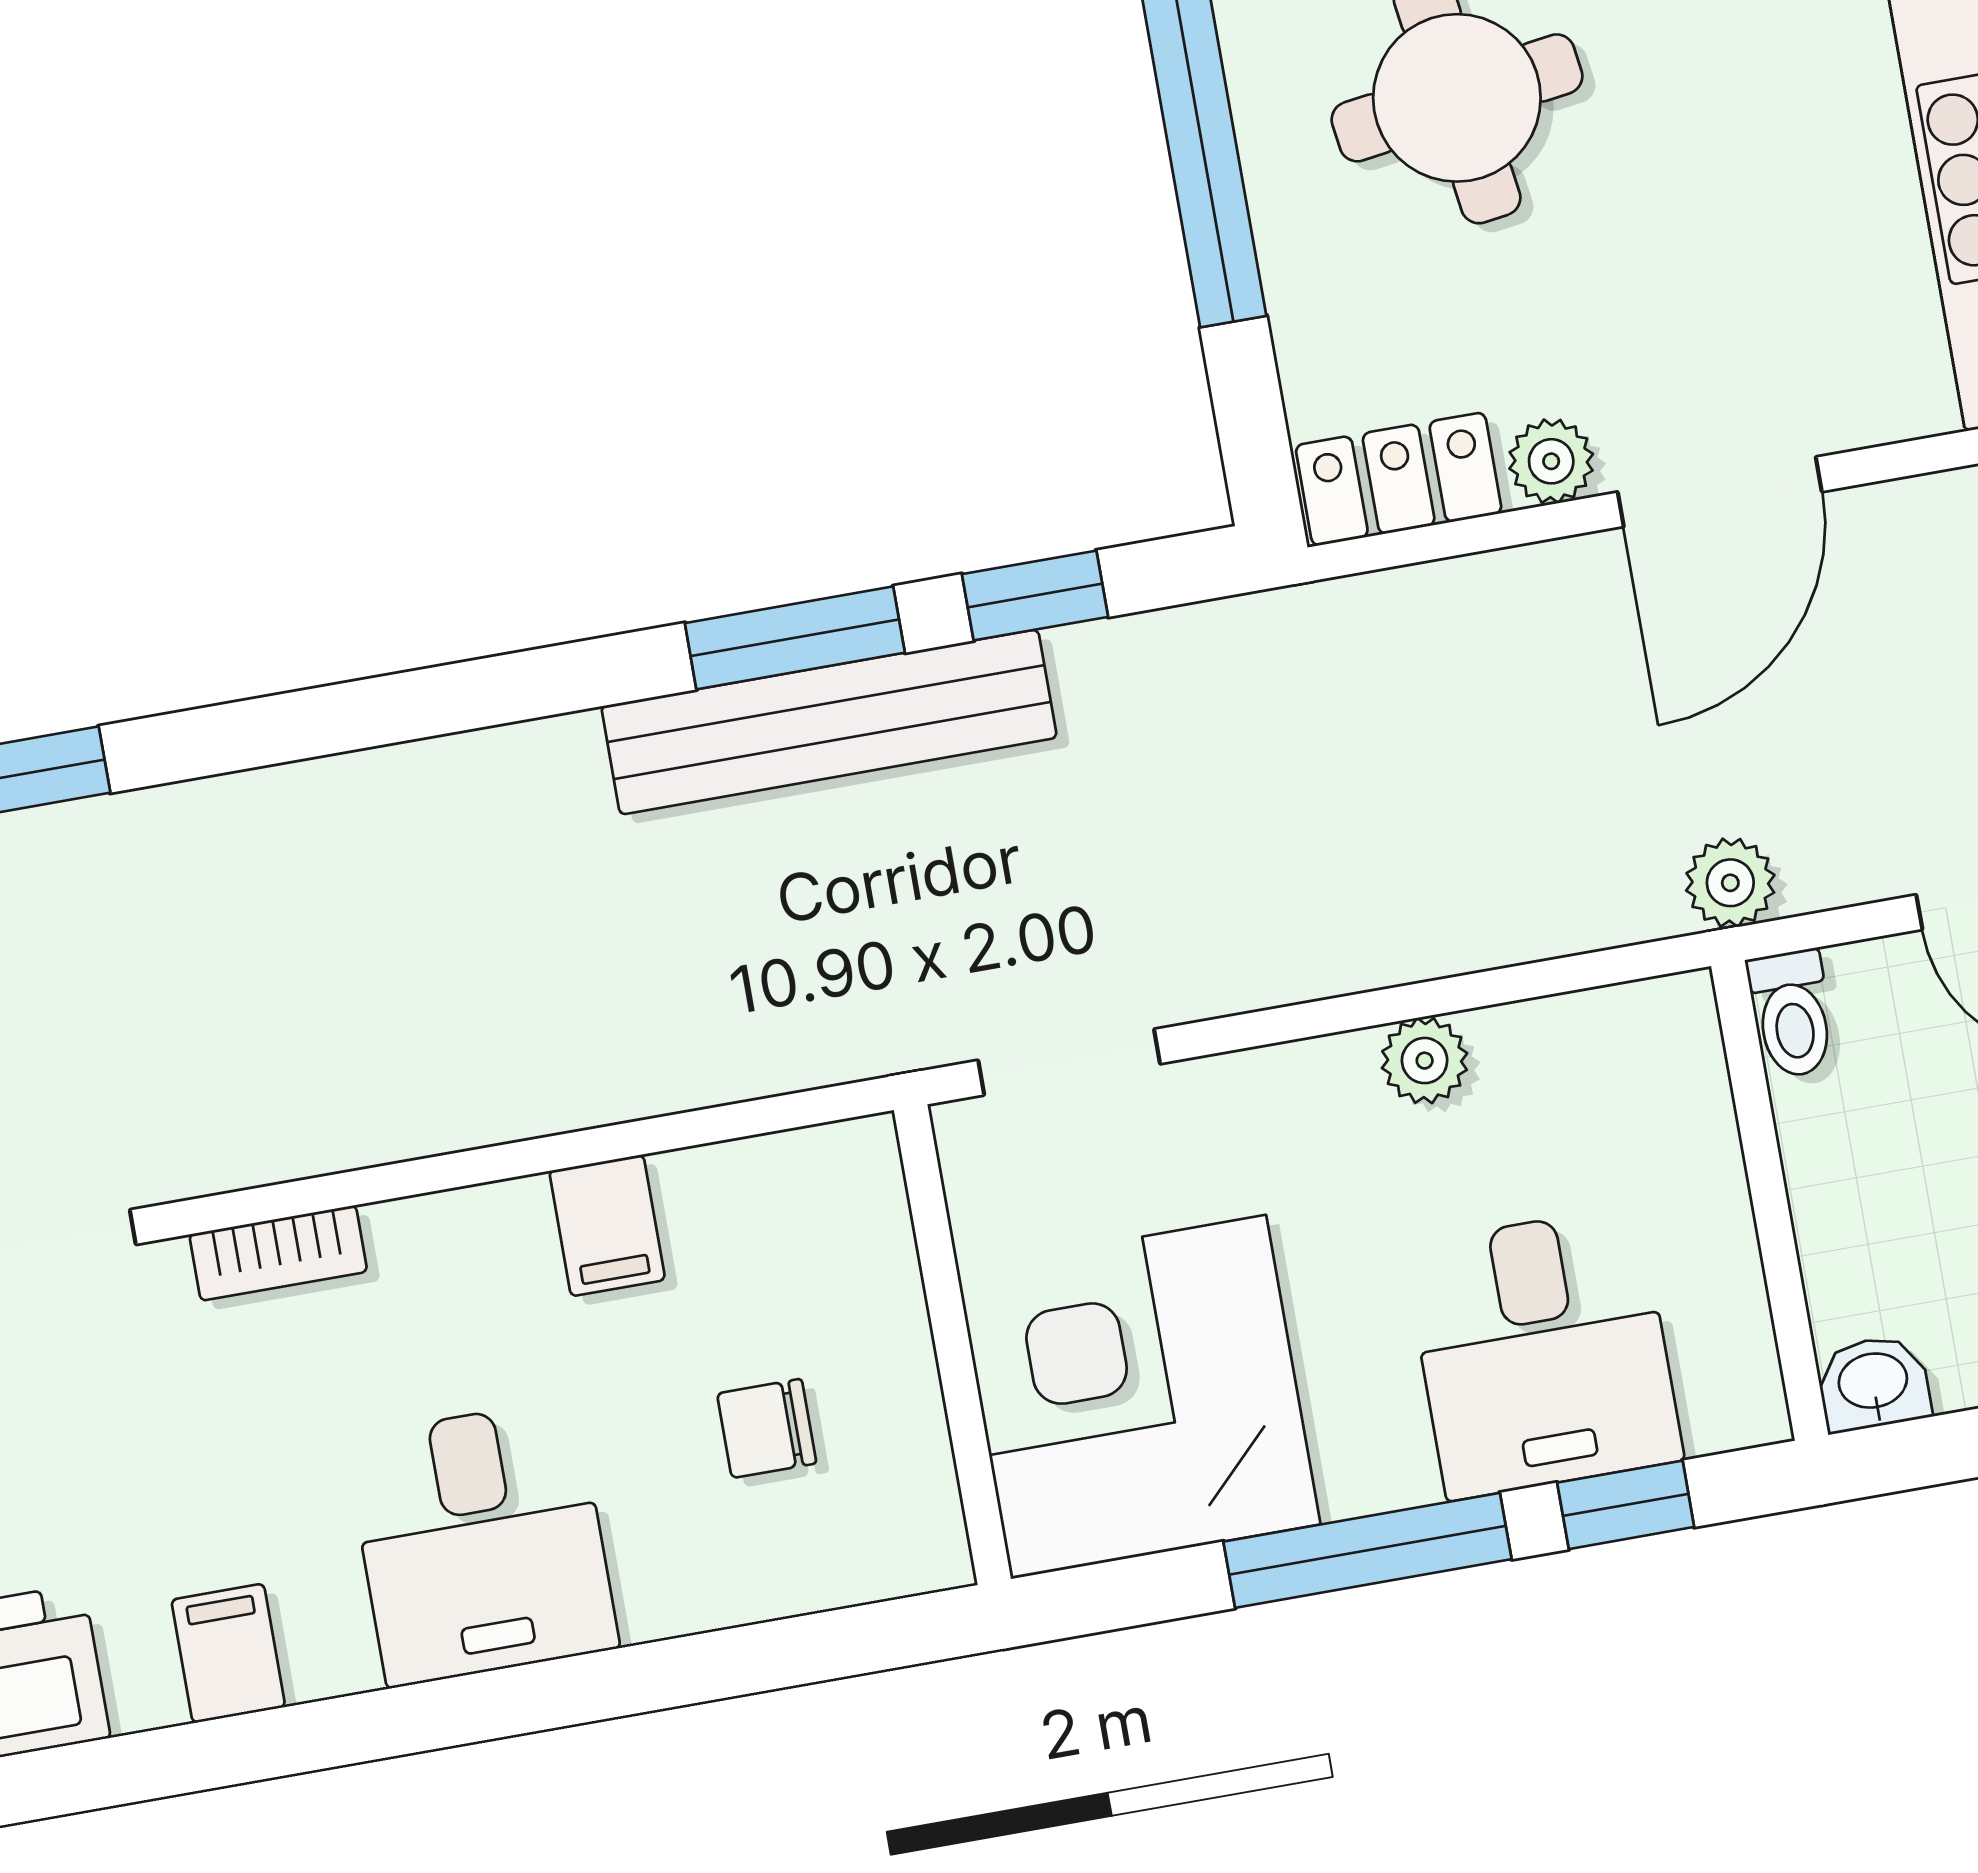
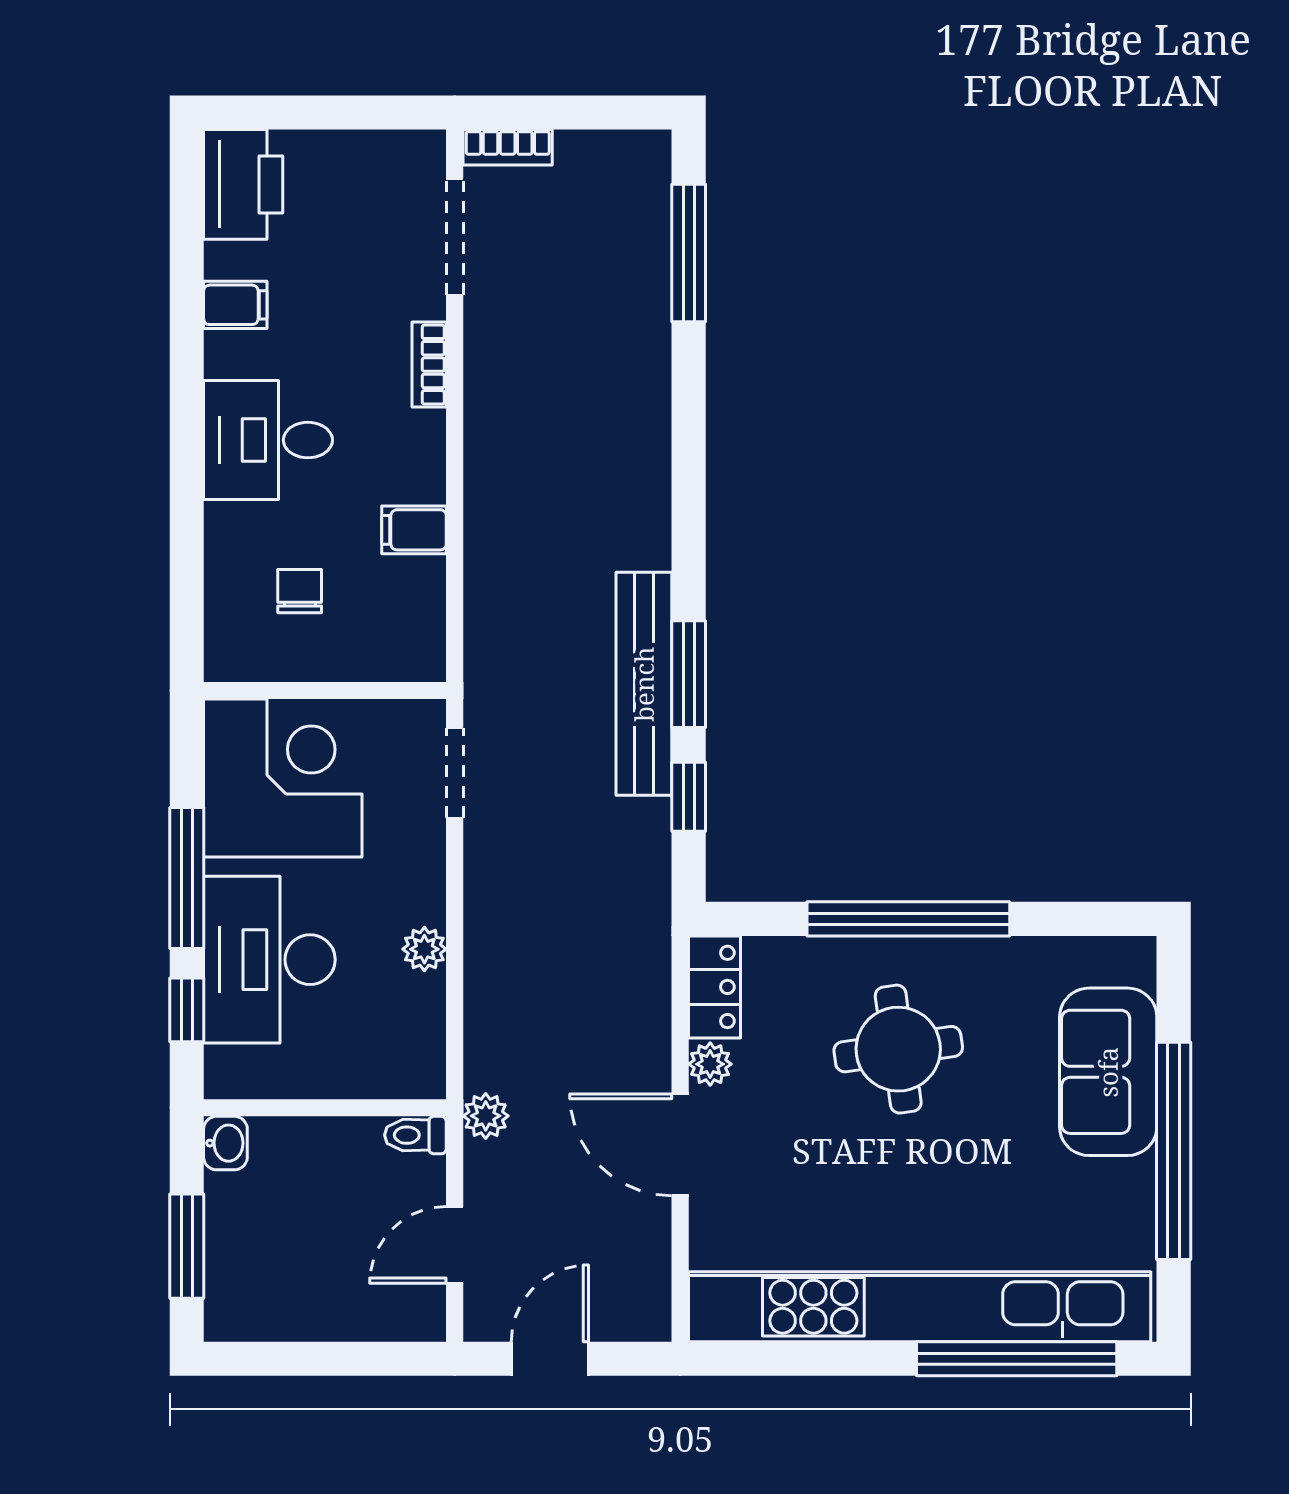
desk: (1543, 1353) -> (269, 960), width x1.37

